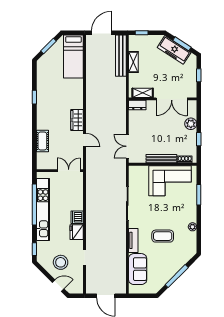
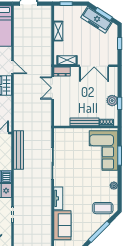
bench: (121, 56) -> (19, 150), moved
plant: (191, 124) -> (112, 101), moved
door: (84, 140) -> (13, 67), moved
double door: (127, 146) -> (53, 88), moved
corner sofa: (170, 181) -> (103, 151), moved, turned 90
coffee table: (163, 236) -> (103, 208), moved

